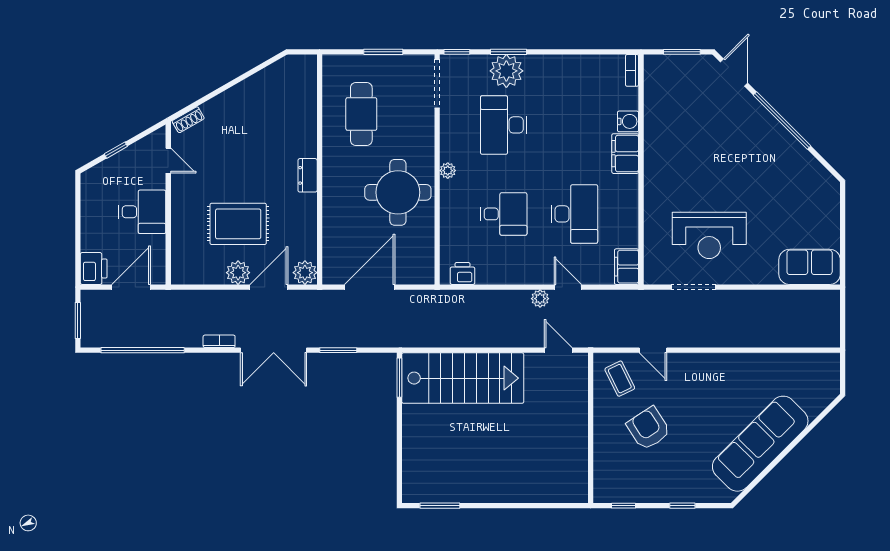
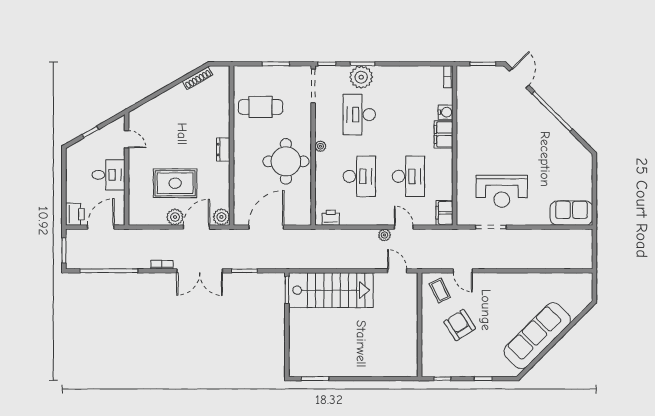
cafe table: (361, 114) -> (260, 107), turned 90
shoe rack: (188, 120) -> (197, 78), moved, width x1.43
desk: (504, 214) -> (359, 176), width x1.37

